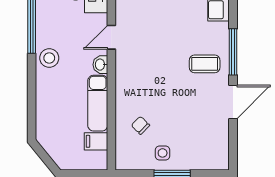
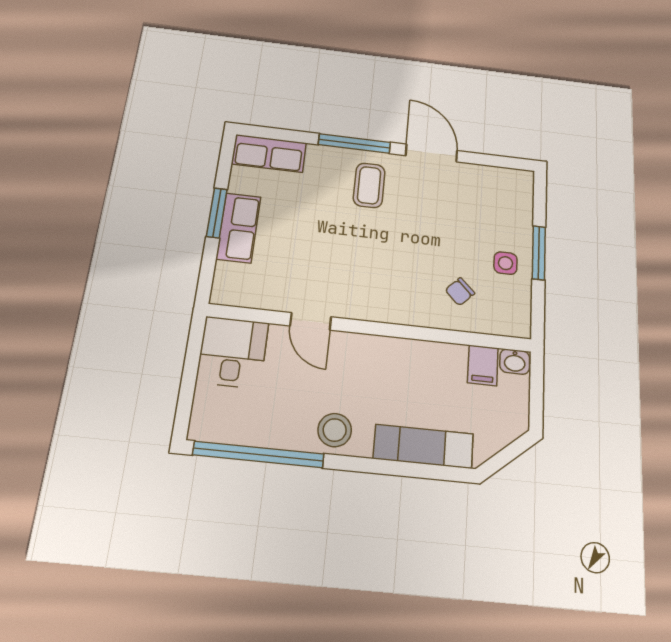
washbasin: (100, 65) -> (515, 362), moved
exam couch: (98, 103) -> (423, 446), moved, turned 180

